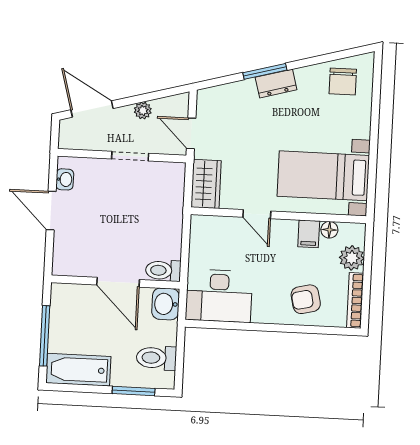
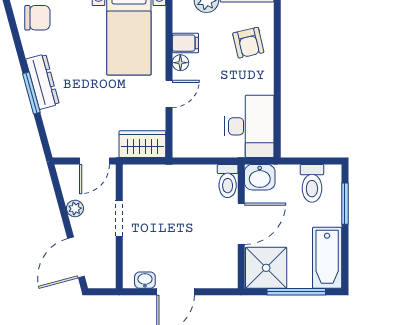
dresser: (276, 84) -> (42, 82), width x1.44
floor lamp: (329, 230) -> (180, 63), moved
shower: (71, 306) -> (266, 268), added

